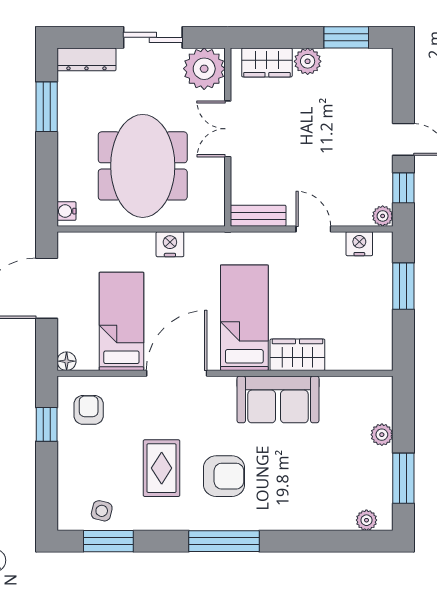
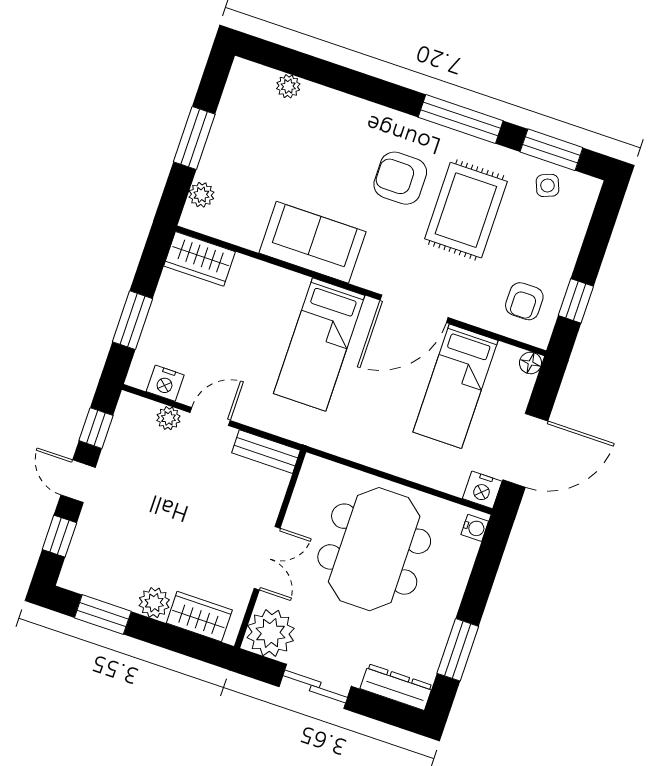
window: (403, 89) -> (59, 536), added
plant: (383, 216) -> (168, 418), moved
door: (313, 229) -> (210, 416), swing flipped
nightstand: (170, 244) -> (482, 490), moved
wardrobe: (297, 355) -> (200, 259), moved
plant: (382, 435) -> (201, 195), moved
rug: (162, 468) -> (466, 210), width x1.36, depth x1.43
window: (403, 478) -> (194, 138), moved
side table: (102, 511) -> (547, 185), turned -35
plant: (366, 520) -> (288, 86), moved
window: (224, 541) -> (461, 119), moved

